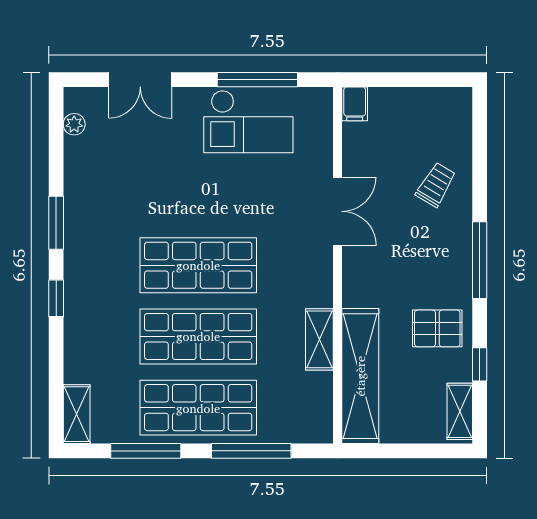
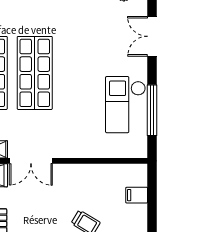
filing cabinet: (355, 104) -> (137, 195), moved
double door: (337, 211) -> (31, 161), moved

